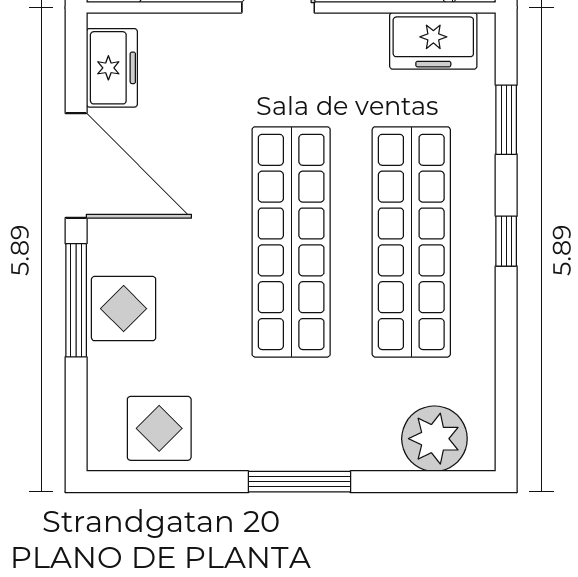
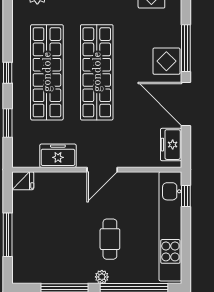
freezer: (433, 41) -> (58, 156), moved
display table: (124, 309) -> (166, 61), moved

